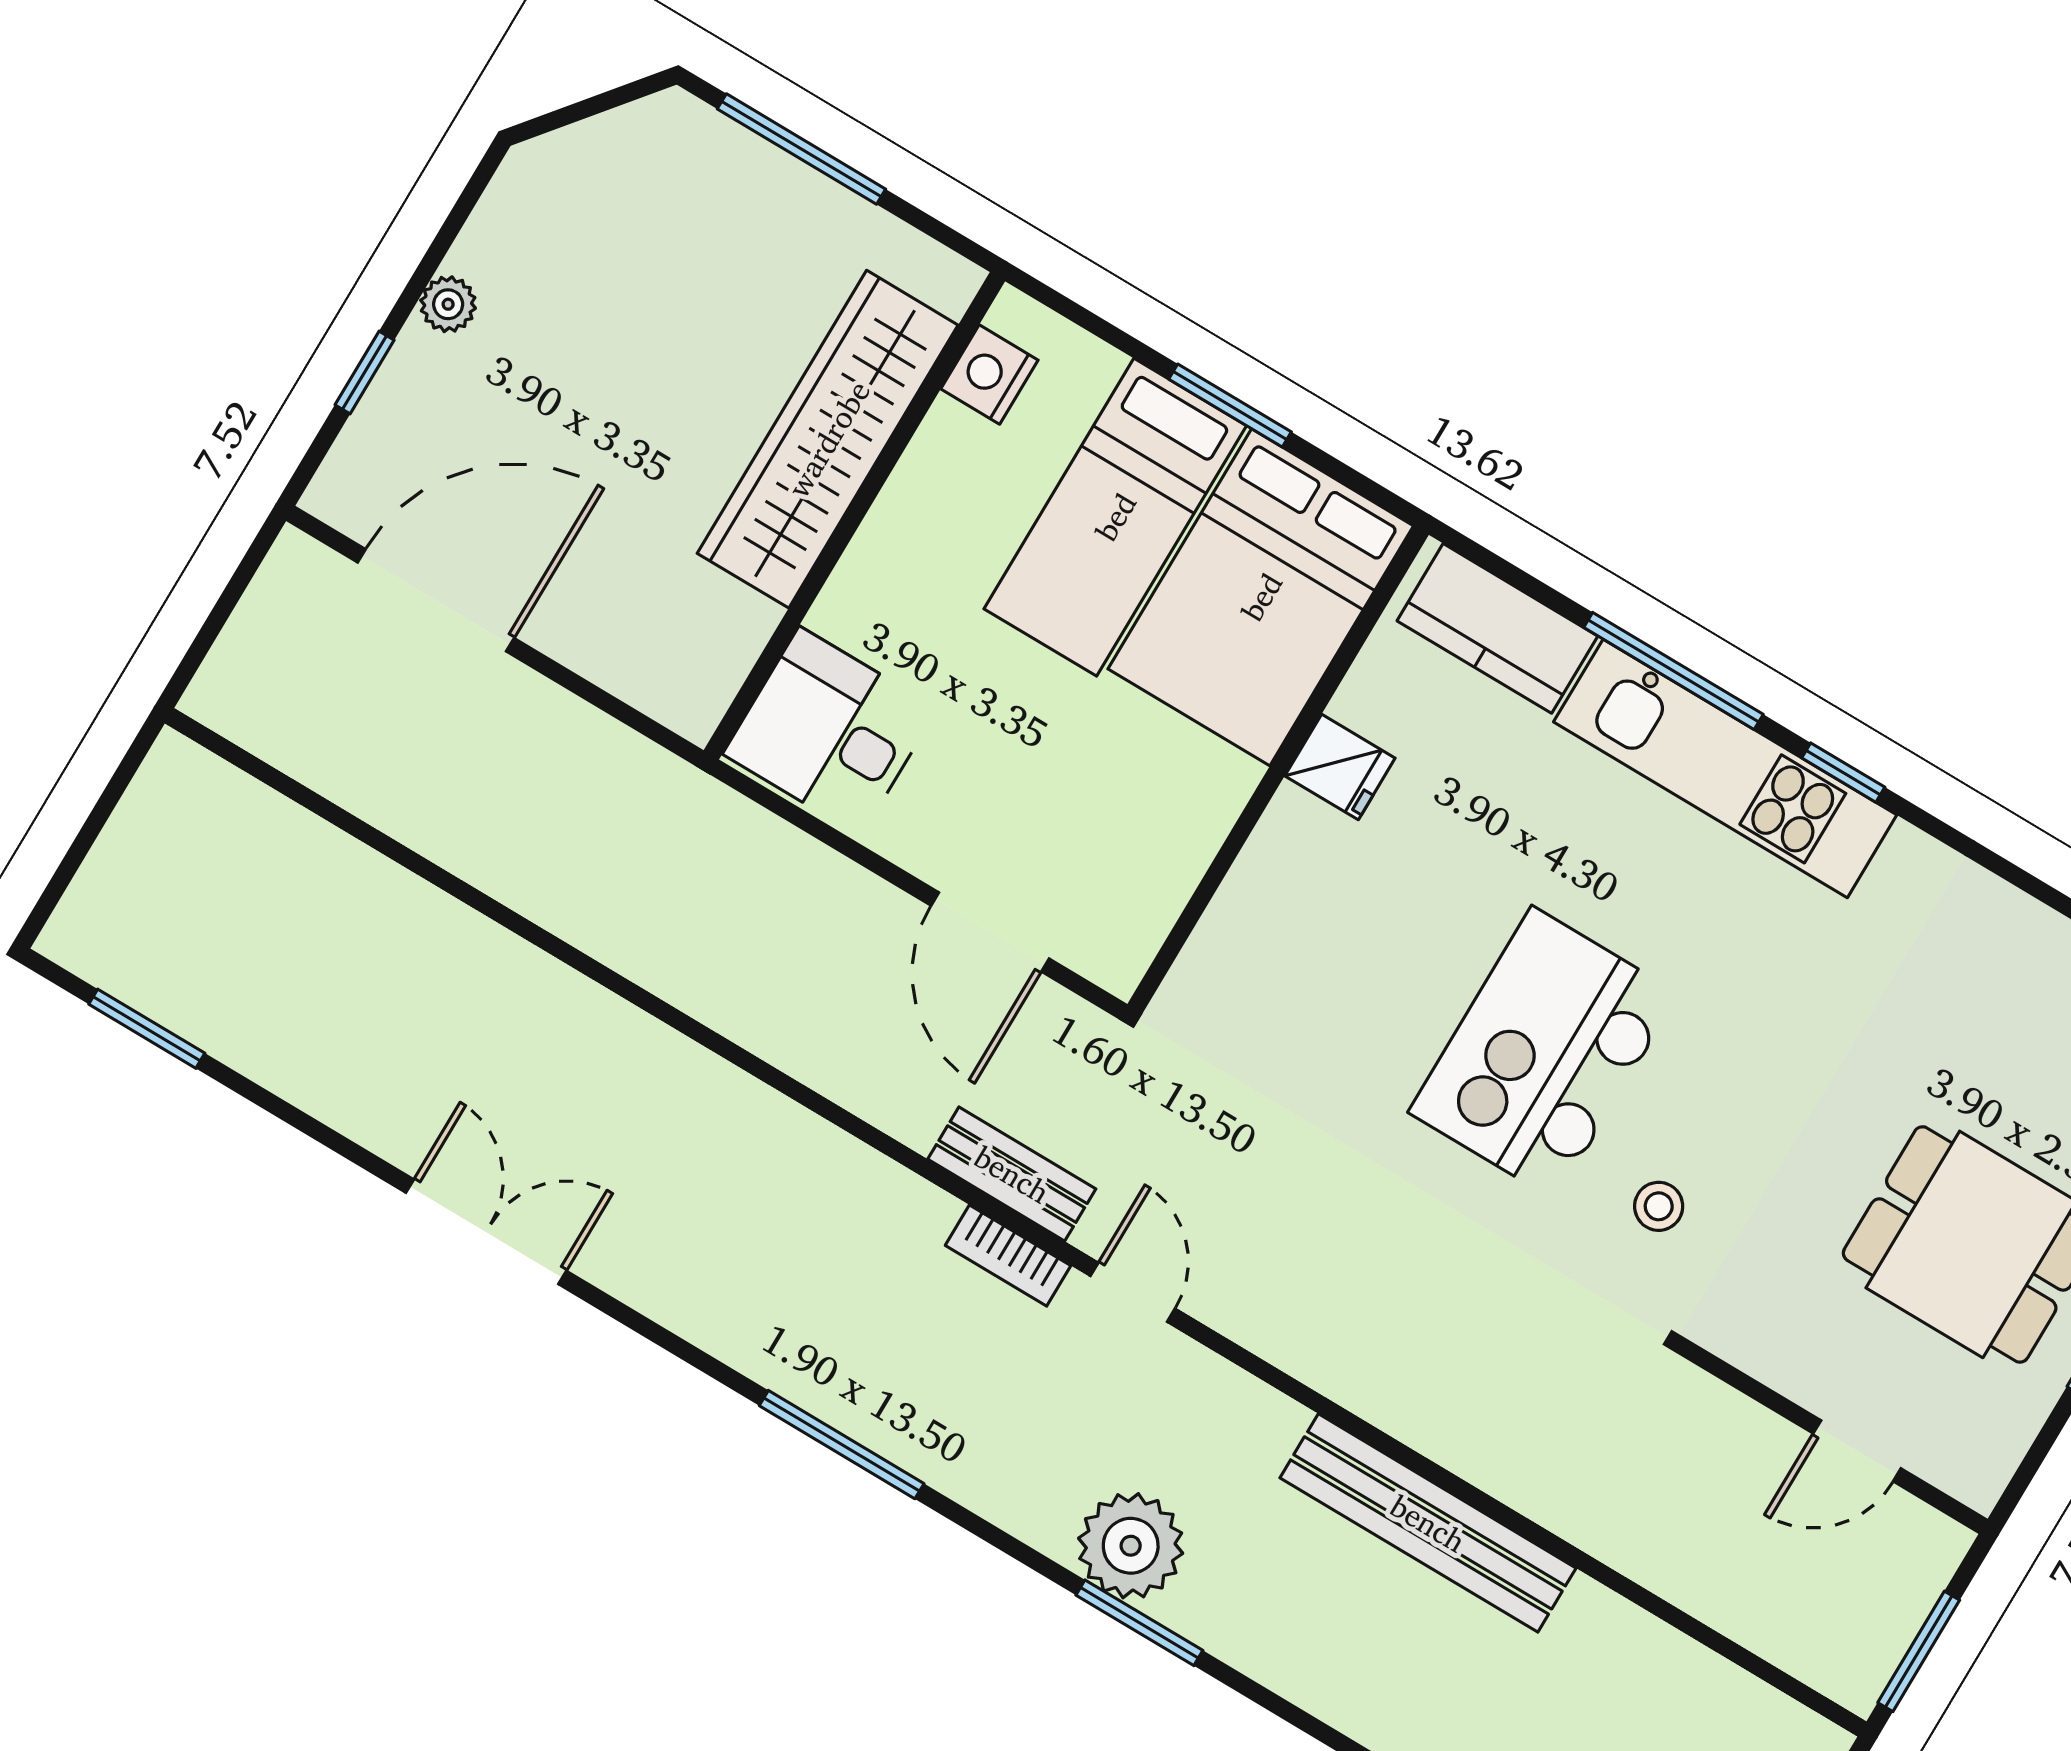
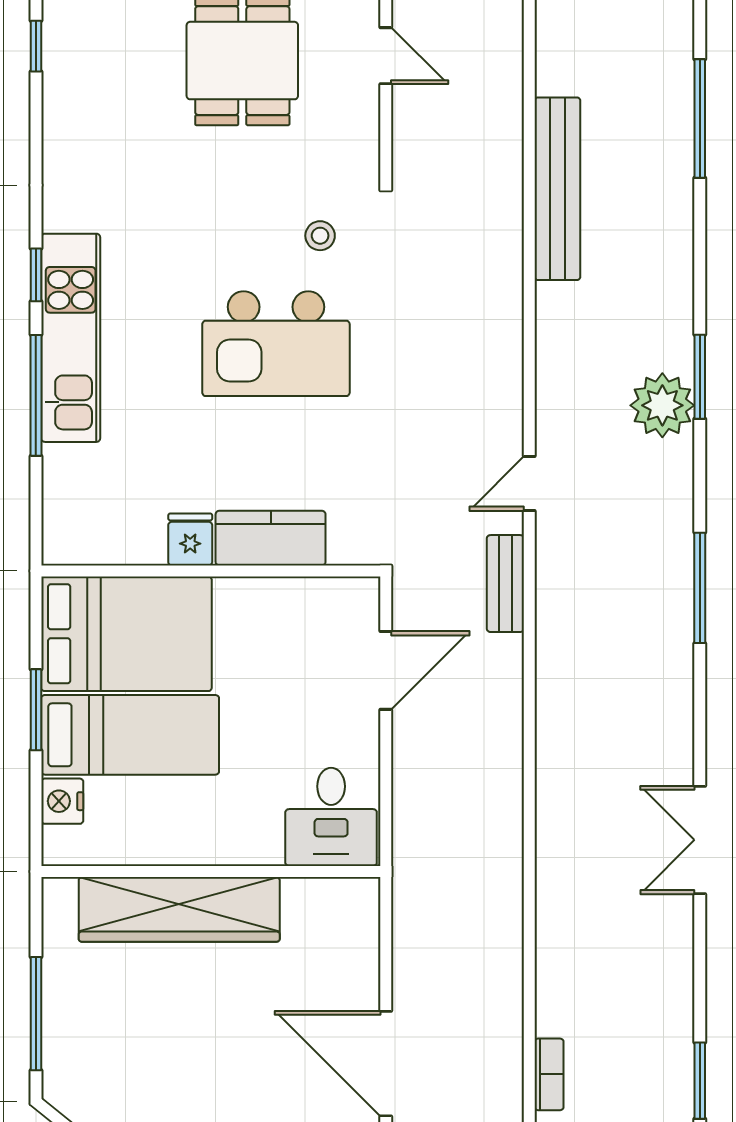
nightstand: (989, 375) -> (62, 801), moved, turned 90
kitchen counter: (1497, 628) -> (271, 538), moved, turned -90
bookcase: (1008, 1256) -> (549, 1074), moved
bench: (1428, 1523) -> (557, 189), moved

